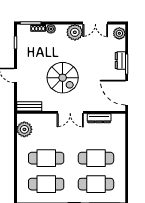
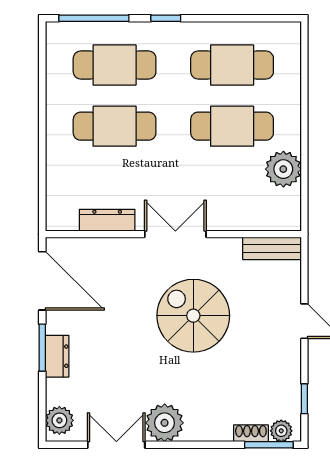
plant: (51, 29) -> (281, 431), moved
plant: (24, 129) -> (283, 169), moved

